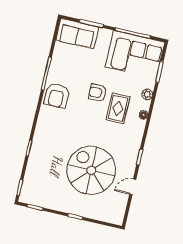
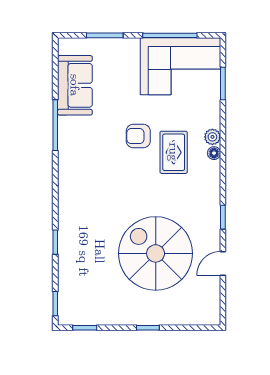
sofa: (77, 33) -> (75, 85), moved, turned -90
plant: (147, 94) -> (212, 137), moved
armchair: (57, 96) -> (78, 154), removed

